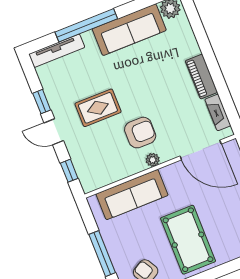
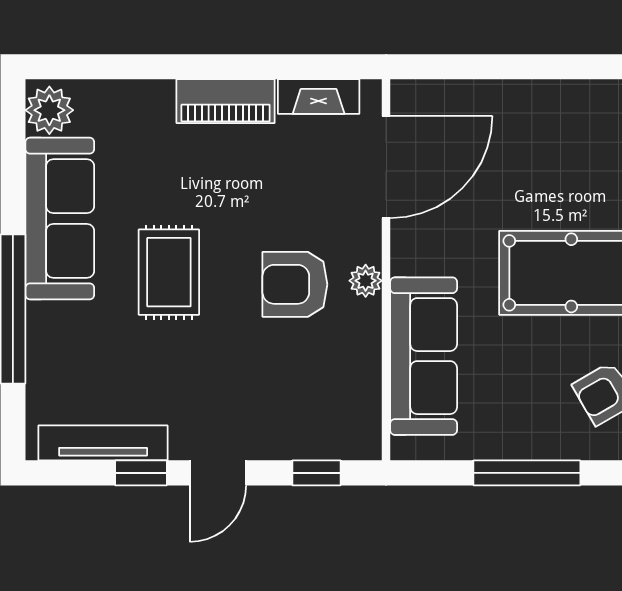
tv unit: (57, 51) -> (103, 443), moved, turned -90
rug: (98, 108) -> (169, 272), moved
armchair: (140, 133) -> (295, 284), turned -90

